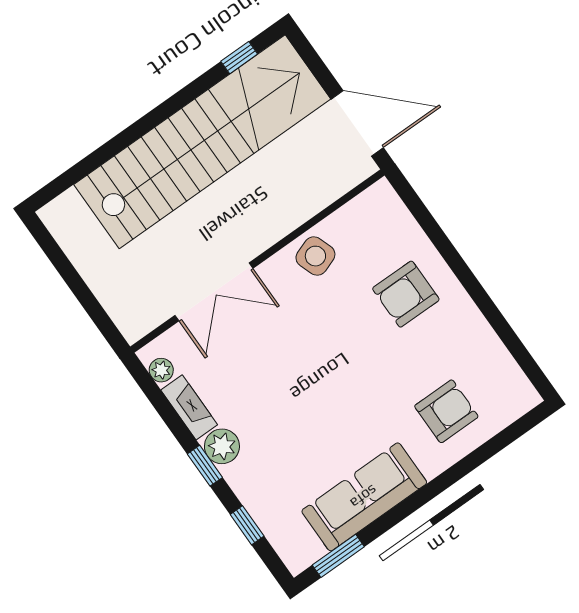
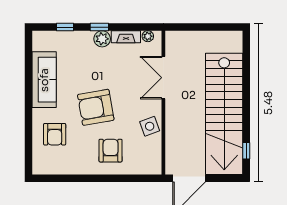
armchair: (349, 373) -> (96, 107), added
window: (338, 556) -> (29, 54), removed

